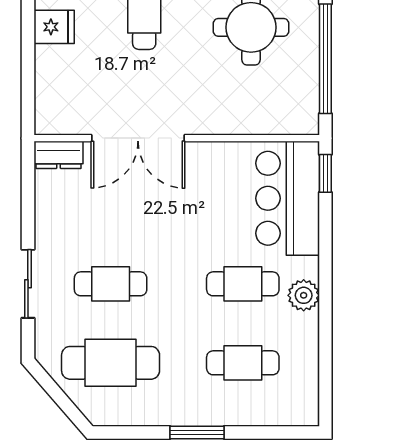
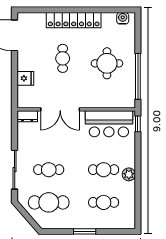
fridge: (54, 27) -> (25, 78), moved
bar counter: (288, 198) -> (109, 124), moved, turned -90
sliding door: (28, 284) -> (15, 170), width x1.37

